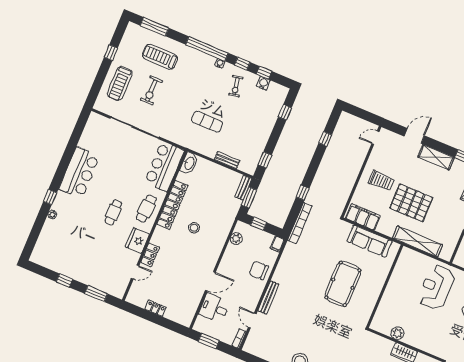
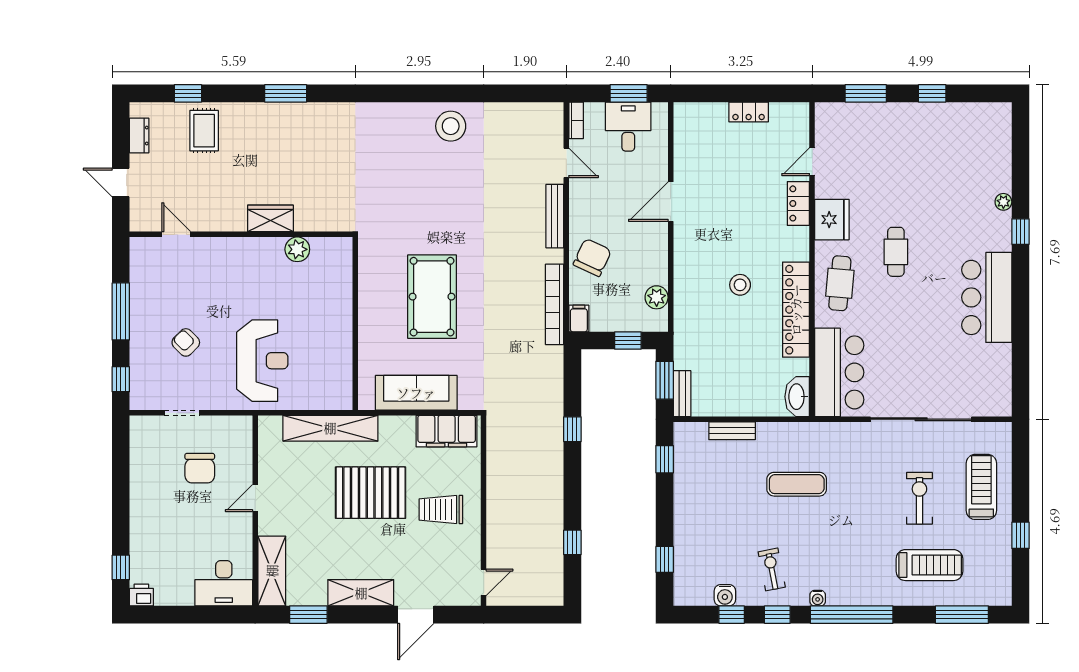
bookcase: (300, 223) -> (555, 304), moved
chair: (259, 270) -> (592, 257), turned -65
desk: (214, 308) -> (628, 127), moved, turned -90

